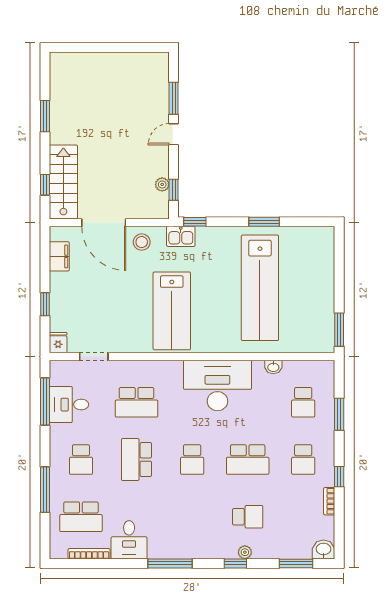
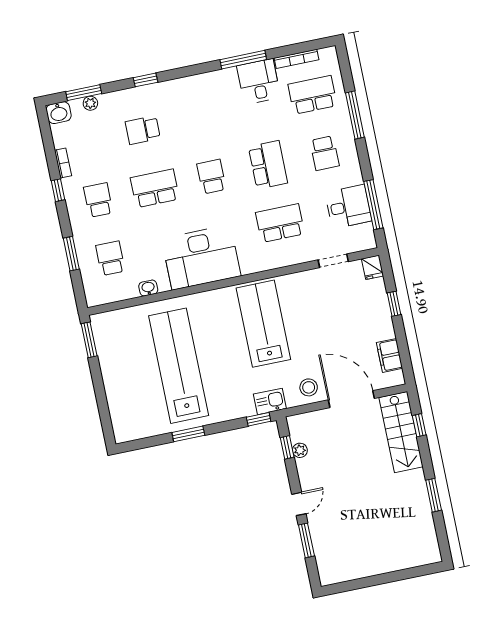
school desk: (81, 460) -> (325, 153), turned 180
plant: (245, 552) -> (90, 103), moved
window: (170, 563) -> (243, 60), moved

